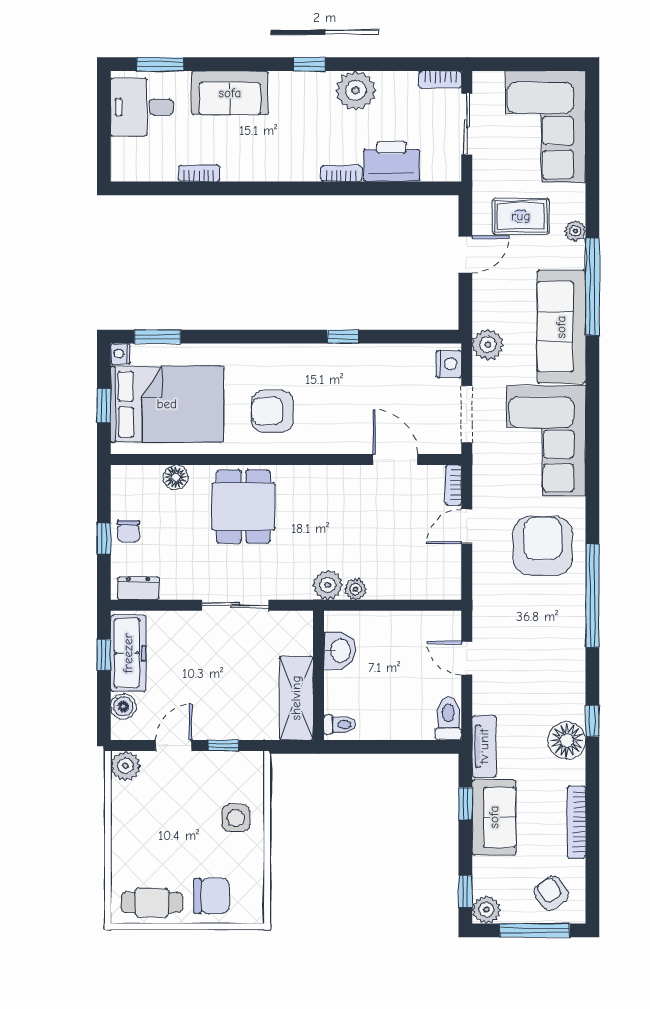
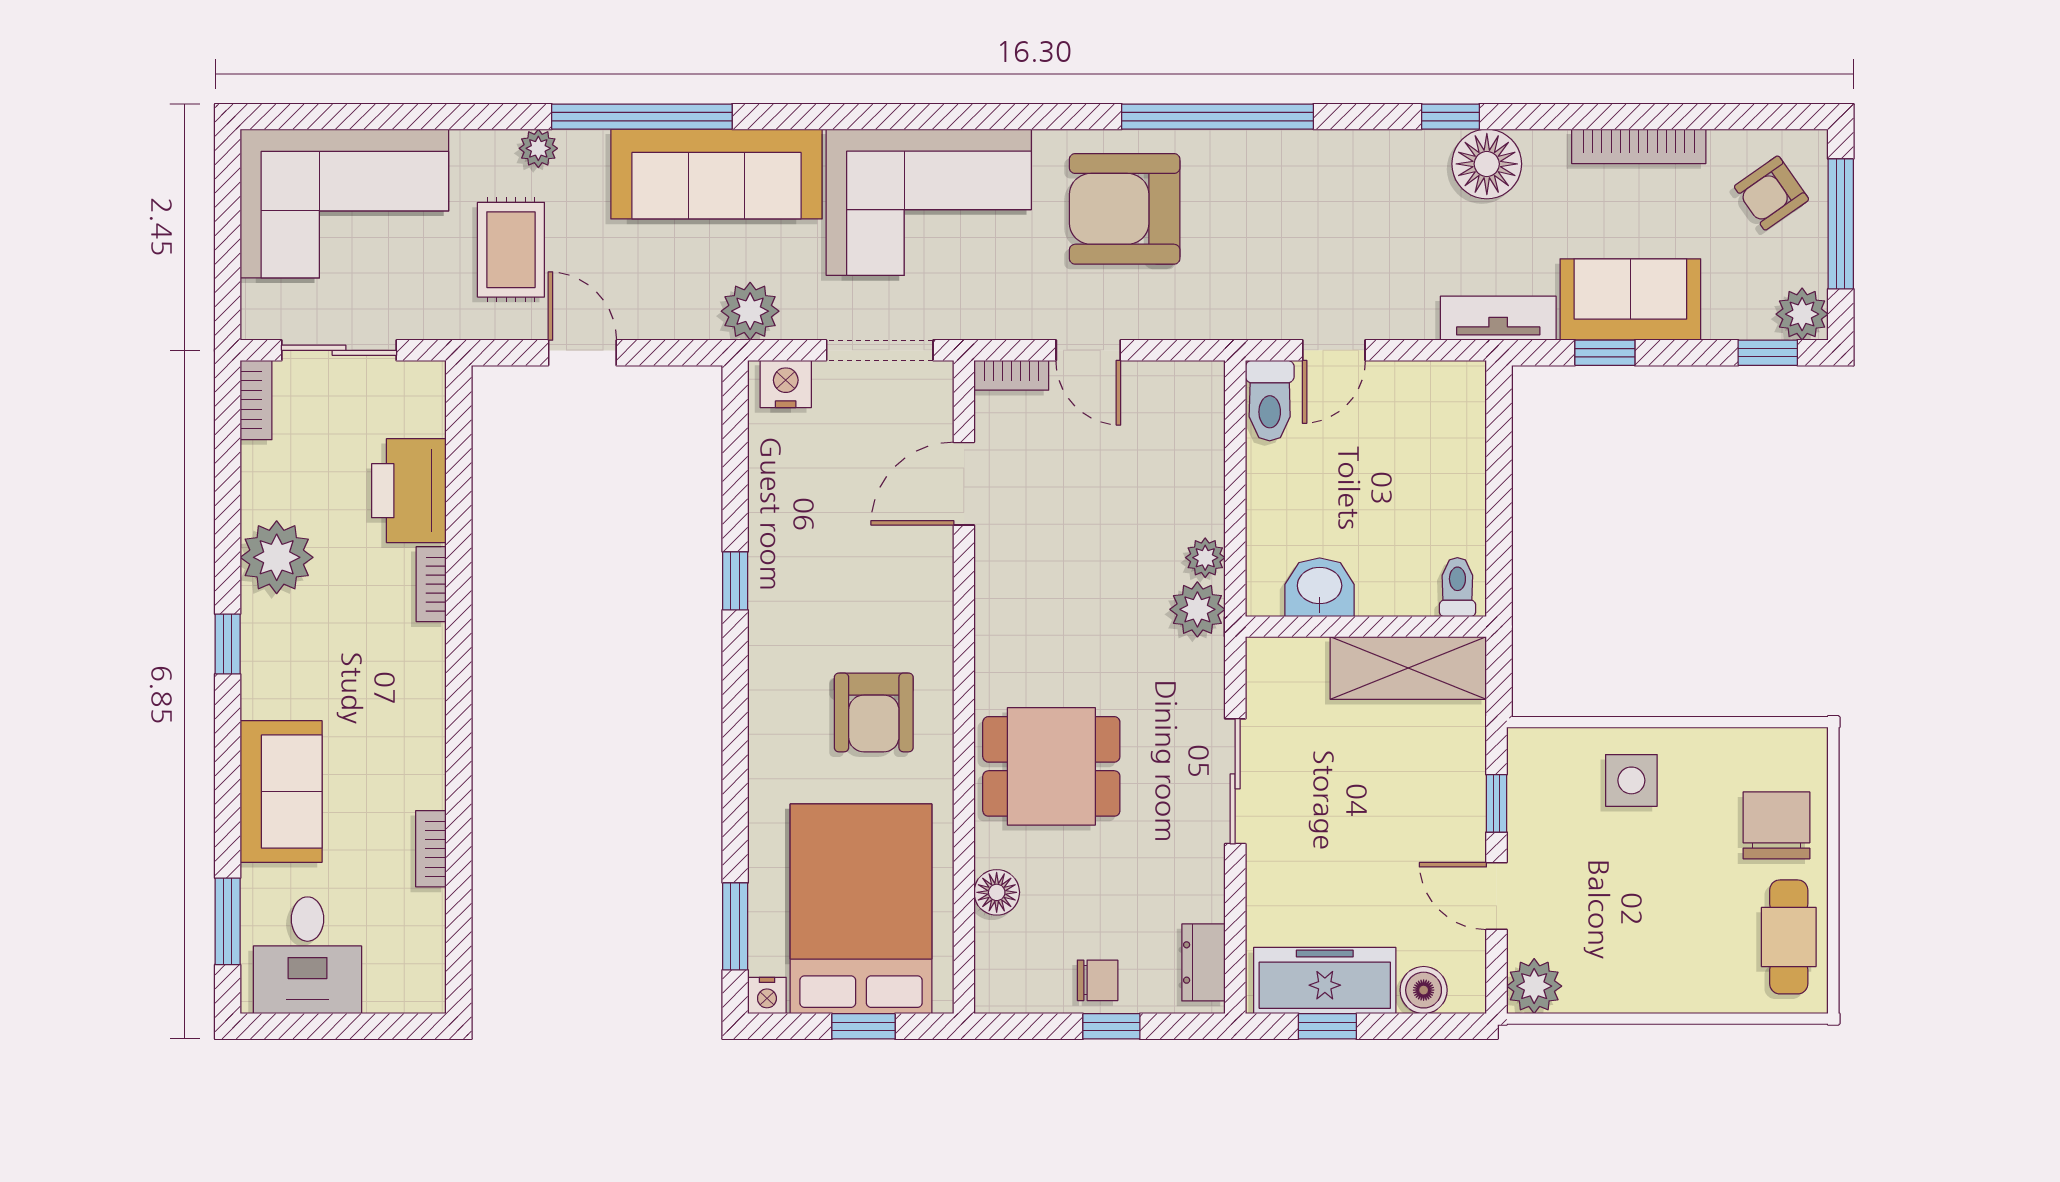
toilet: (448, 719) -> (1270, 401), moved, turned -90

